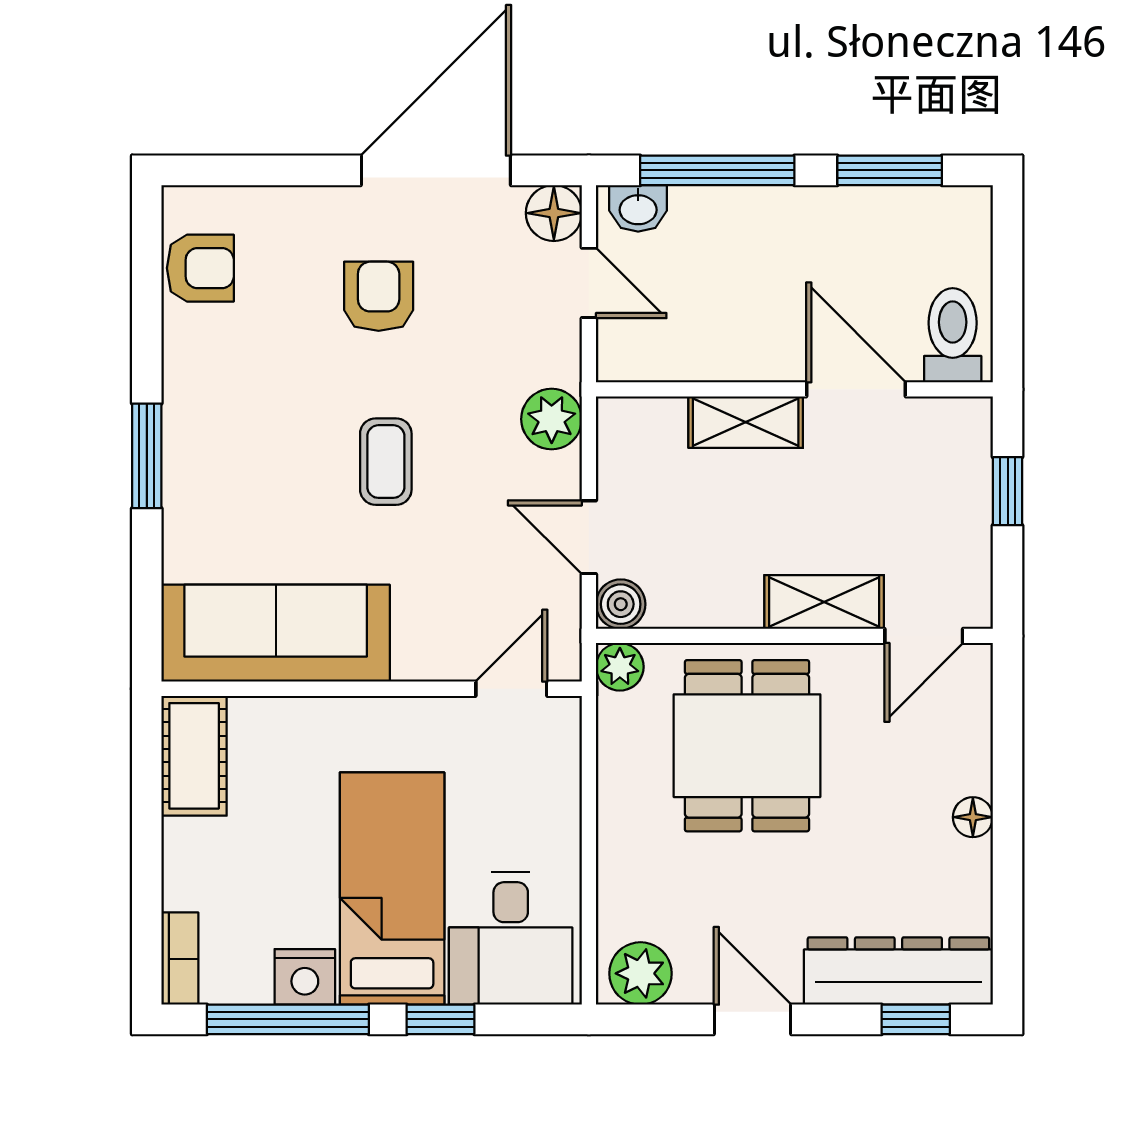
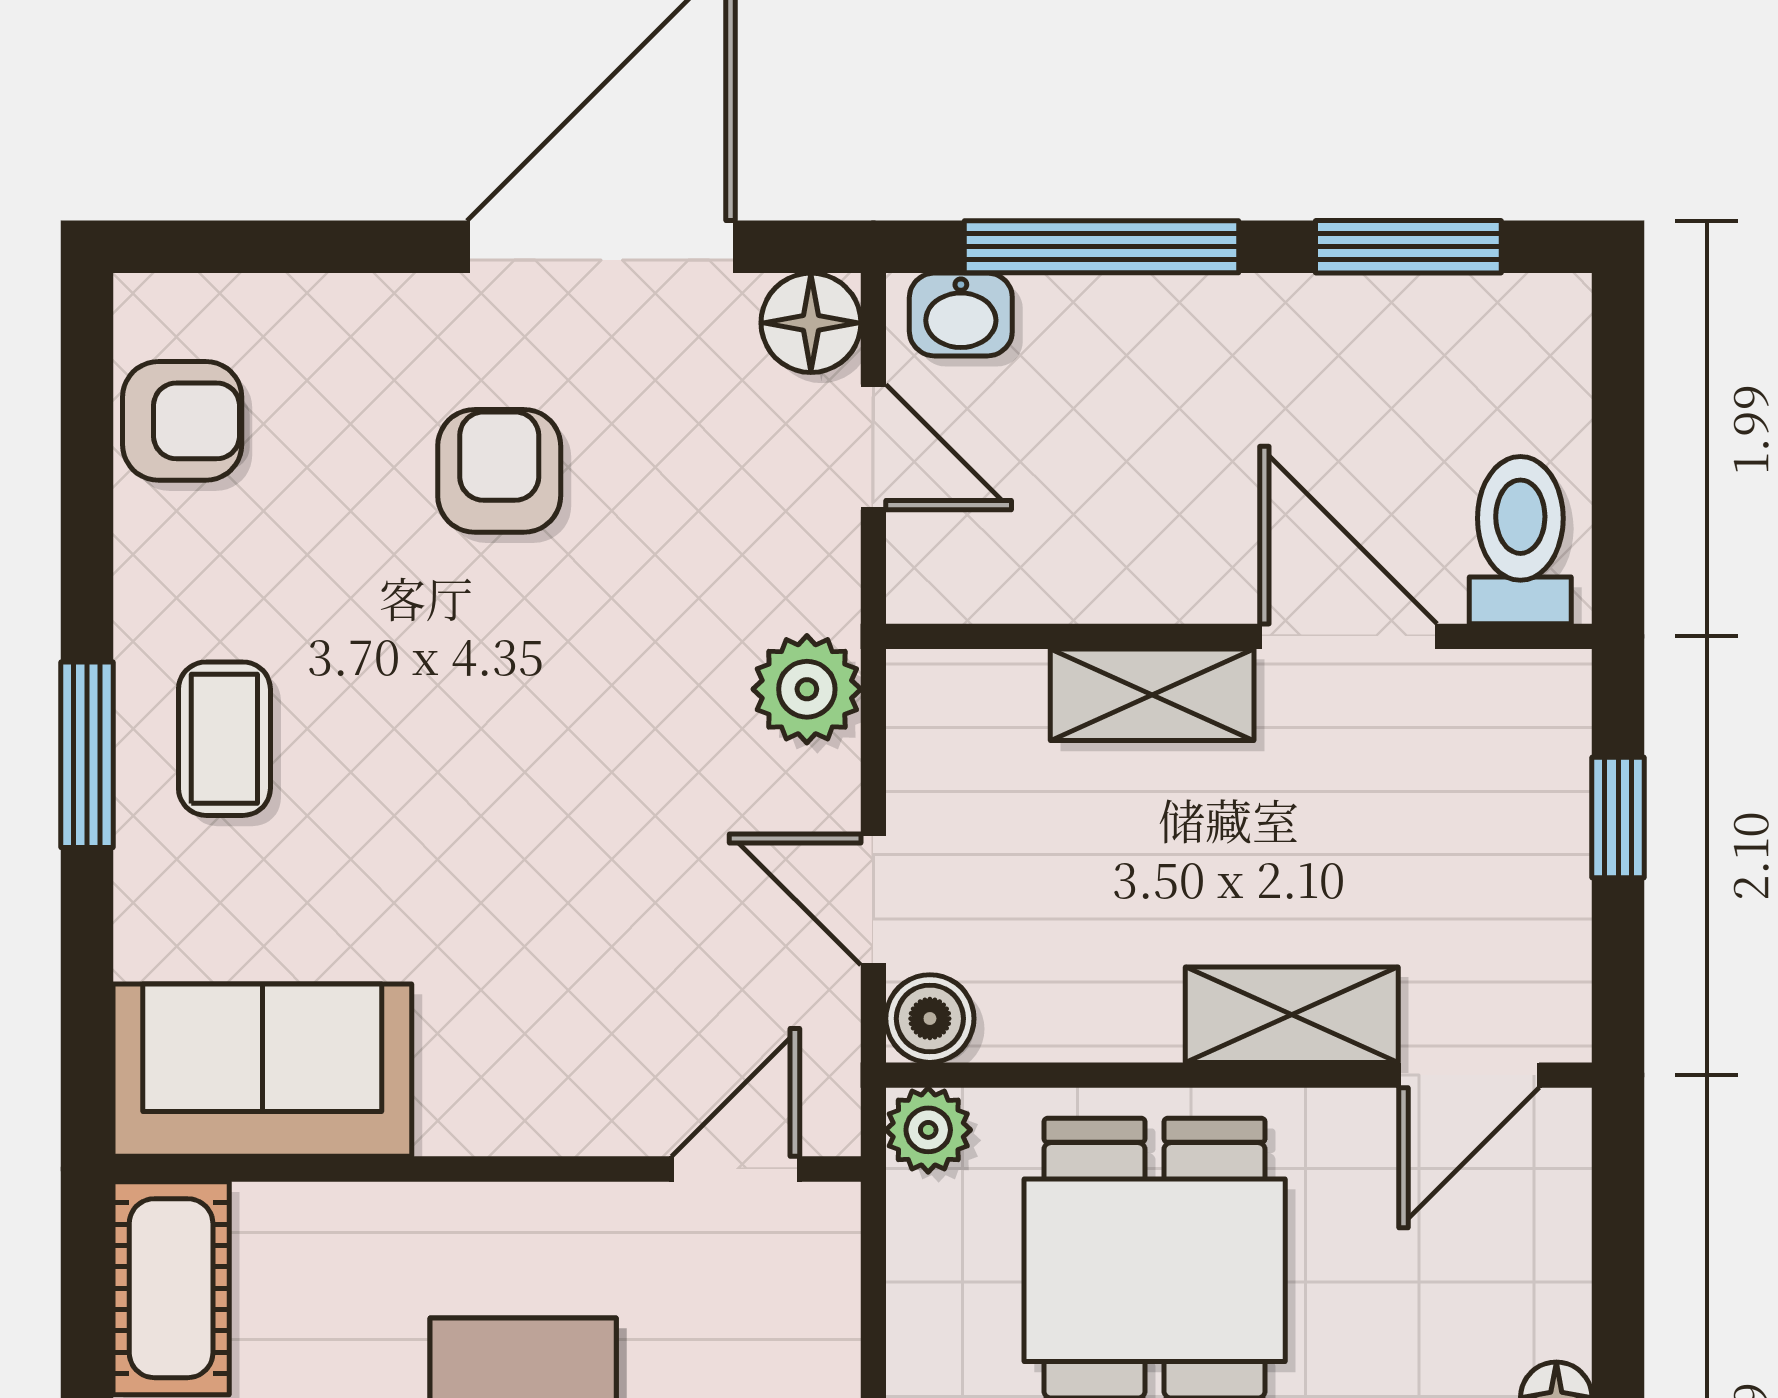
coffee table: (386, 462) -> (224, 739), moved
sofa: (276, 633) -> (262, 1070), width x0.73

